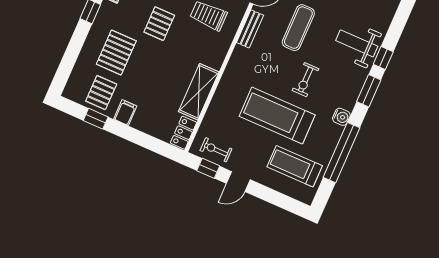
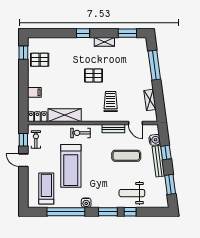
weight bench: (357, 43) -> (132, 193), turned -90
pallet: (116, 53) -> (66, 58), removed
exercise bike: (306, 80) -> (81, 133), moved
filing cabinet: (125, 113) -> (34, 92), moved
treadmill: (277, 116) -> (71, 166), turned 180
window: (96, 119) -> (23, 53), moved

